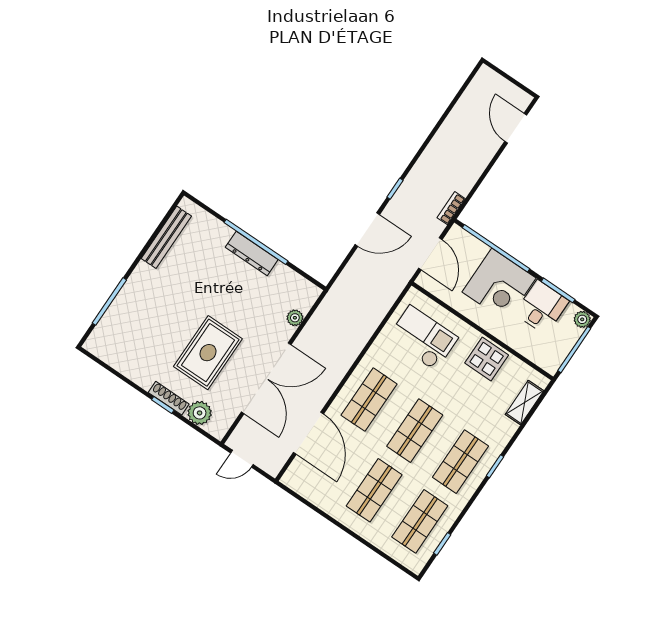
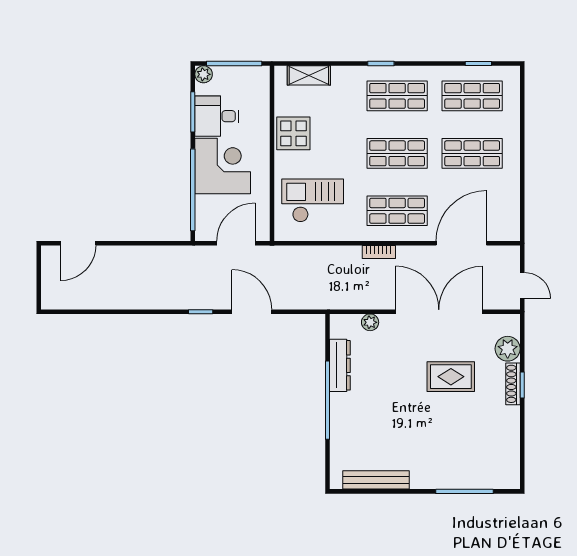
bookcase: (451, 208) -> (379, 252), moved
dresser: (252, 253) -> (340, 365), moved
checkout: (423, 338) -> (313, 201), turned 90
rug: (208, 353) -> (451, 377), width x0.73, depth x0.70

